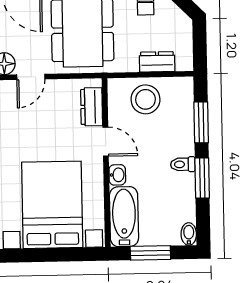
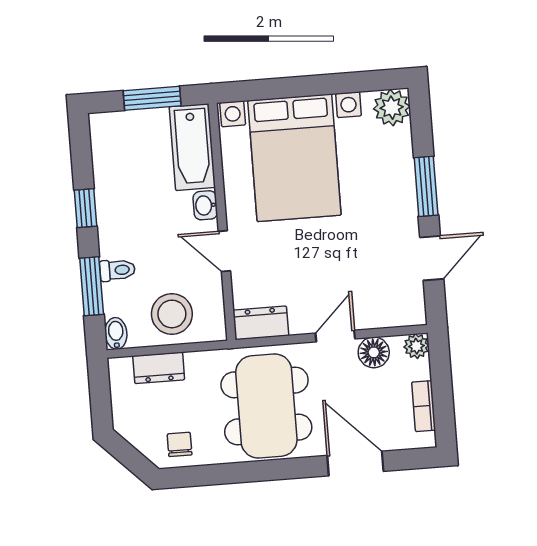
dresser: (92, 107) -> (261, 323), moved, turned -90
toilet: (183, 164) -> (117, 270), moved
window: (202, 178) -> (85, 208), width x0.67
bidet: (189, 234) -> (116, 333), moved, turned 180

